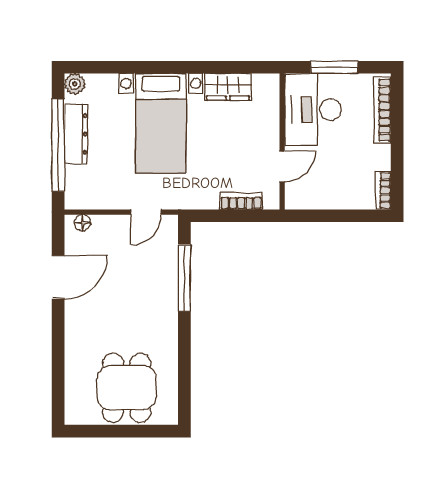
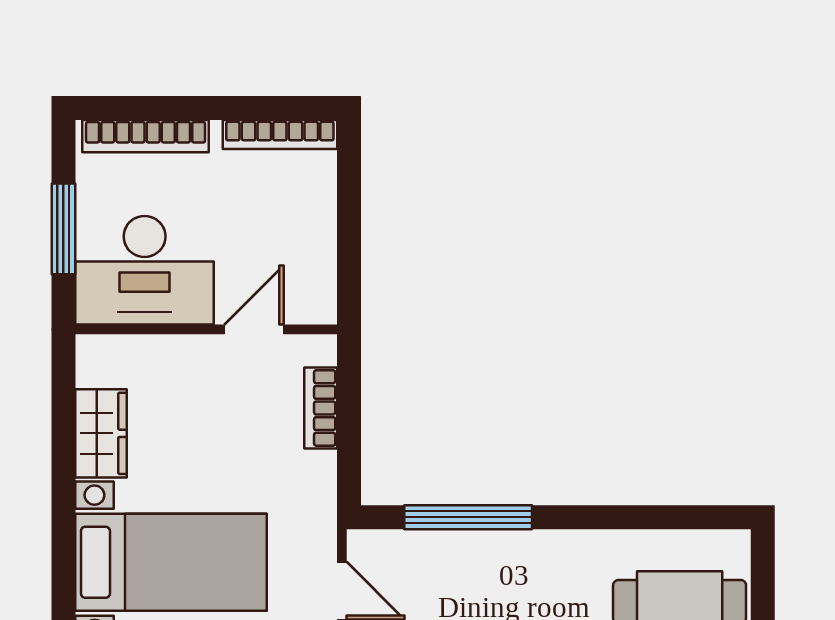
door: (282, 166) -> (254, 329), hinge flipped
bookcase: (383, 191) -> (280, 135), width x1.56

